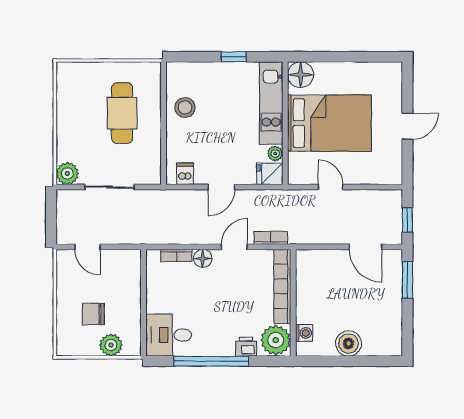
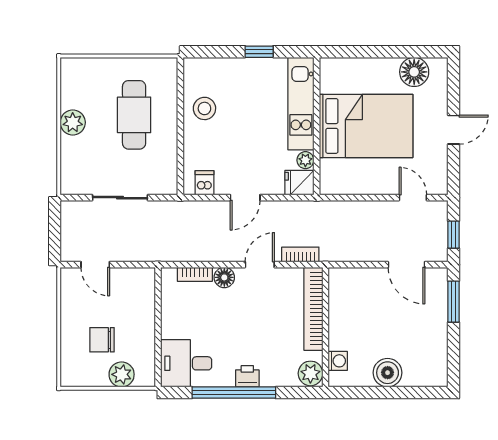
floor lamp: (301, 75) -> (414, 72), moved
plant: (67, 173) -> (73, 122), moved
door: (331, 187) -> (413, 198), moved
plant: (276, 340) -> (310, 373), width x0.73, depth x0.73
printer: (246, 347) -> (247, 376), moved

